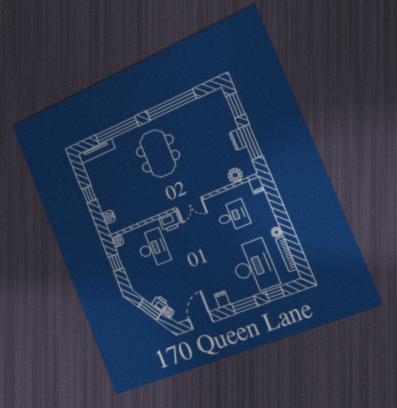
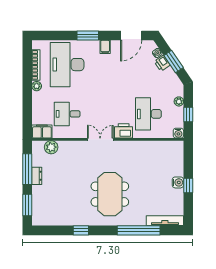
window: (171, 105) -> (81, 230), width x0.32
filing cabinet: (257, 185) -> (42, 132), width x2.00
water cooler: (109, 217) -> (178, 182), moved
plant: (129, 272) -> (179, 101), added
window: (275, 294) -> (59, 36), removed

